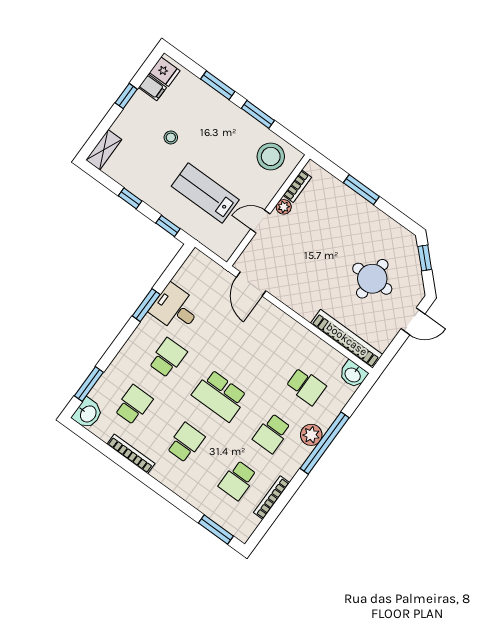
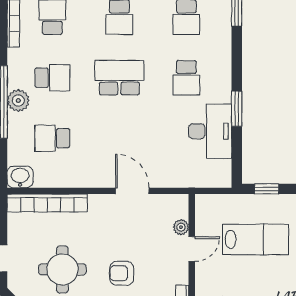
plant: (284, 207) -> (181, 227), moved
armchair: (328, 242) -> (122, 273), added
door: (251, 284) -> (132, 191), moved
desk: (175, 308) -> (210, 131), width x1.37
school desk: (272, 433) -> (52, 78), turned 90

